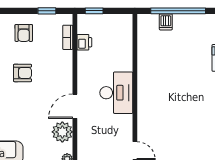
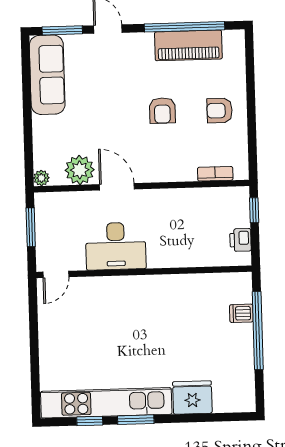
window: (47, 11) -> (252, 143), removed
printer: (84, 42) -> (240, 240), moved, turned 90
desk: (116, 93) -> (116, 246), moved

